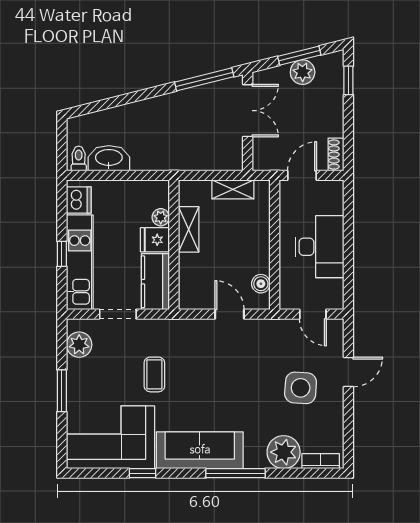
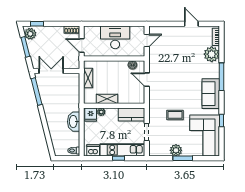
plant: (303, 72) -> (30, 34), moved
washbasin: (109, 158) -> (74, 122), moved
fridge: (155, 240) -> (91, 115), moved
door: (229, 314) -> (147, 80), hinge flipped
plant: (79, 345) -> (176, 150), moved
door: (348, 372) -> (191, 24), moved
side table: (301, 388) -> (181, 46), removed
sofa: (200, 450) -> (211, 94), width x0.73

